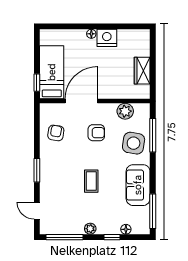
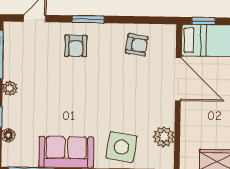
armchair: (96, 133) -> (76, 46), moved
coffee table: (91, 181) -> (72, 91), removed

